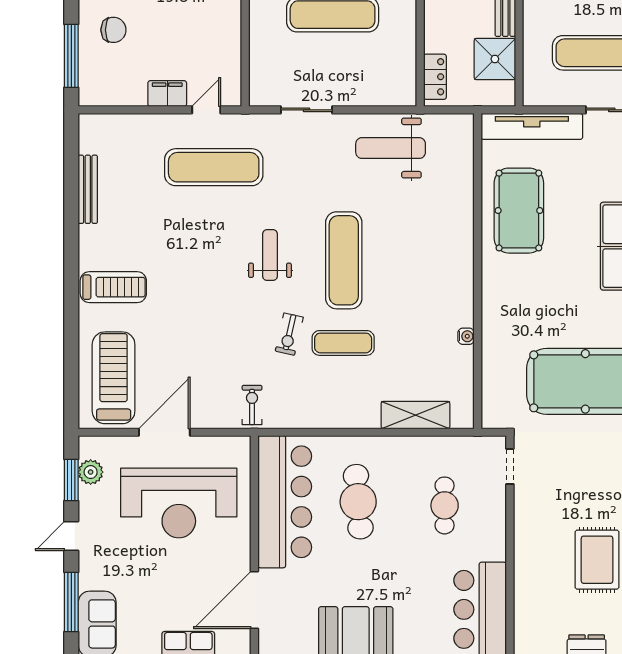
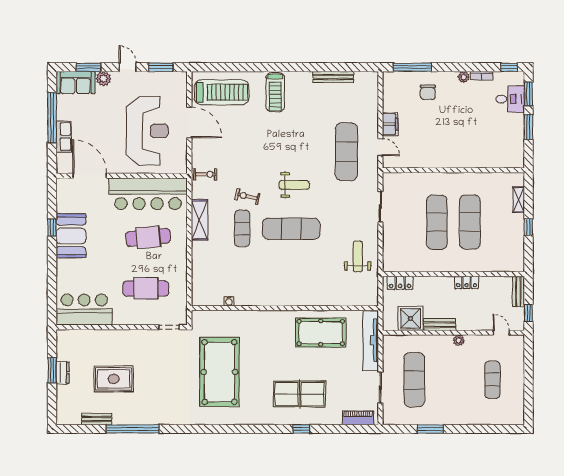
weight bench: (391, 148) -> (358, 256), width x0.73, depth x0.75
water cooler: (466, 336) -> (229, 301), moved
shelving: (415, 415) -> (199, 220), moved
plant: (91, 472) -> (103, 79), moved
reception desk: (179, 503) -> (147, 131), turned 180
cafe table: (445, 505) -> (146, 289), width x1.37, depth x1.35
window: (71, 602) -> (89, 67), width x0.69

